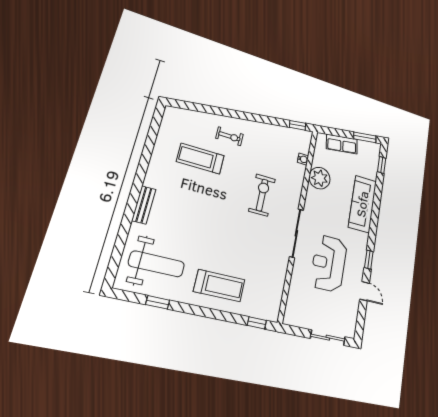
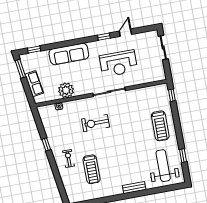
window: (298, 125) -> (46, 144), moved
treadmill: (219, 286) -> (160, 126), turned 180

